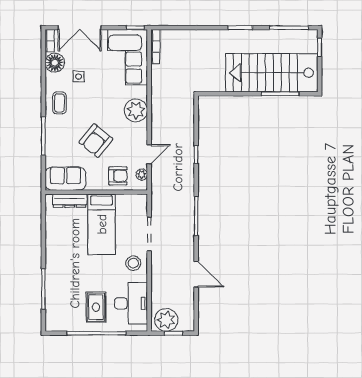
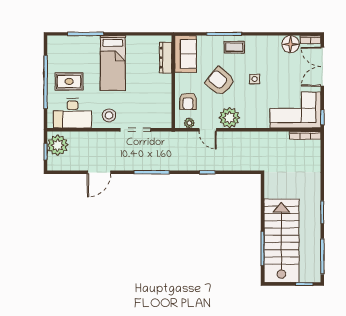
side table: (79, 77) -> (255, 79), moved
coffee table: (59, 103) -> (234, 47), moved
plant: (136, 110) -> (229, 118), moved
bed: (102, 224) -> (113, 63), moved, turned -90

